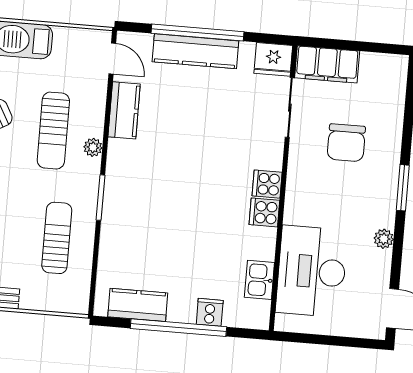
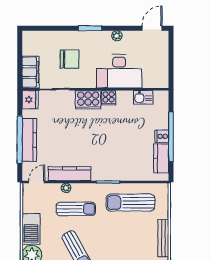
kitchen counter: (124, 110) -> (70, 174), width x1.50
plant: (93, 147) -> (66, 188), moved
cooker: (267, 184) -> (88, 100), width x1.87, depth x1.31
sun lounger: (57, 238) -> (130, 203), width x1.36, depth x1.34
desk: (312, 271) -> (119, 71), moved
cooker: (210, 312) -> (162, 136), moved

